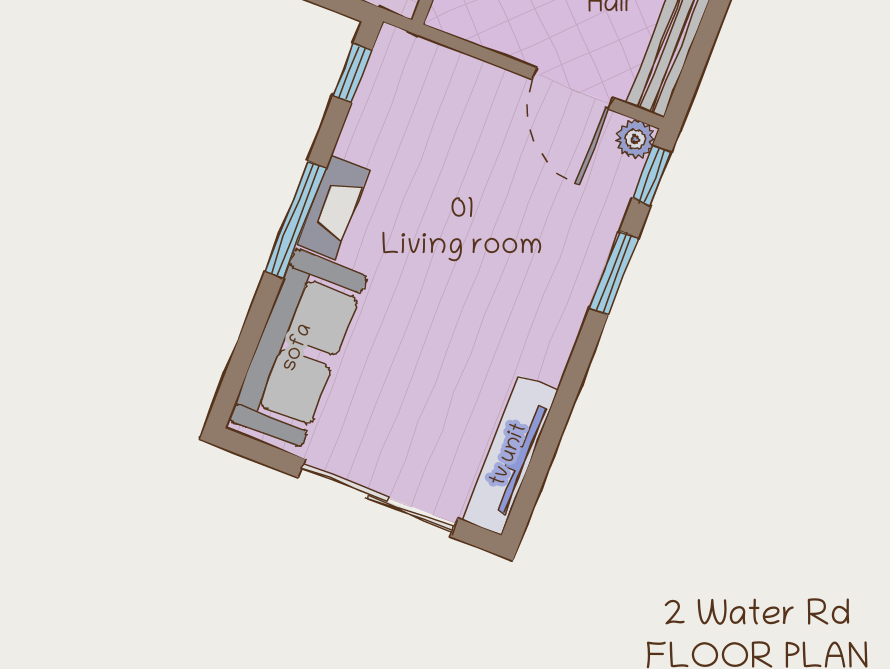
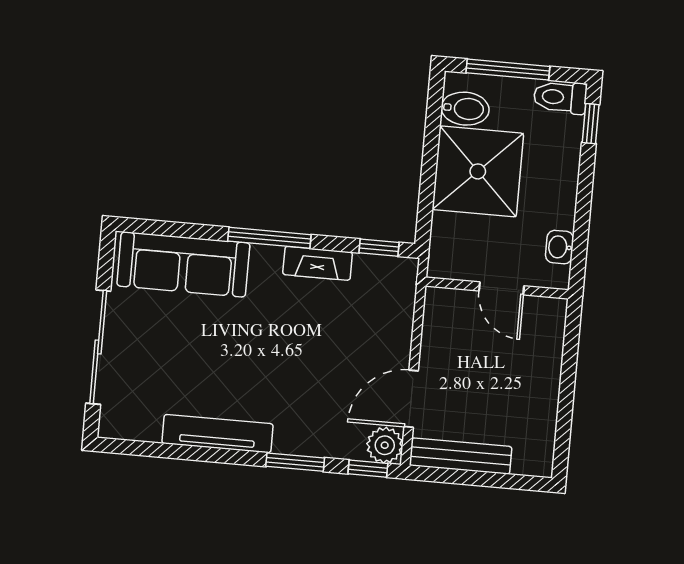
plant: (635, 139) -> (385, 445), width x1.38, depth x1.38
fireplace: (333, 207) -> (318, 263), moved
tv unit: (510, 455) -> (218, 434), moved

